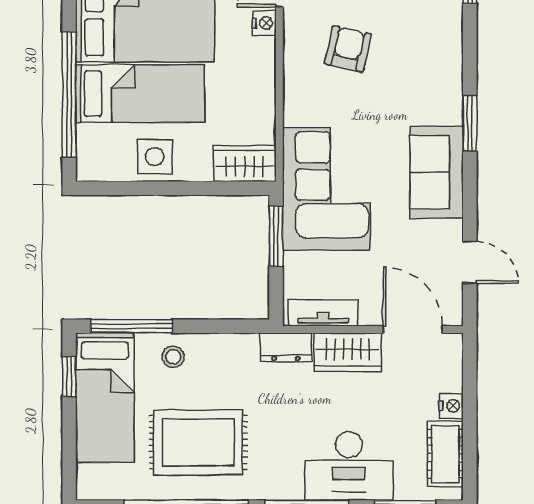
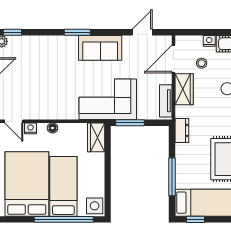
armchair: (348, 49) -> (43, 89), removed
floor lamp: (265, 70) -> (53, 128), added
side table: (155, 157) -> (95, 206), moved
window: (131, 326) -> (172, 177), moved
dresser: (286, 347) -> (182, 130), moved
stool: (173, 357) -> (202, 63), moved

